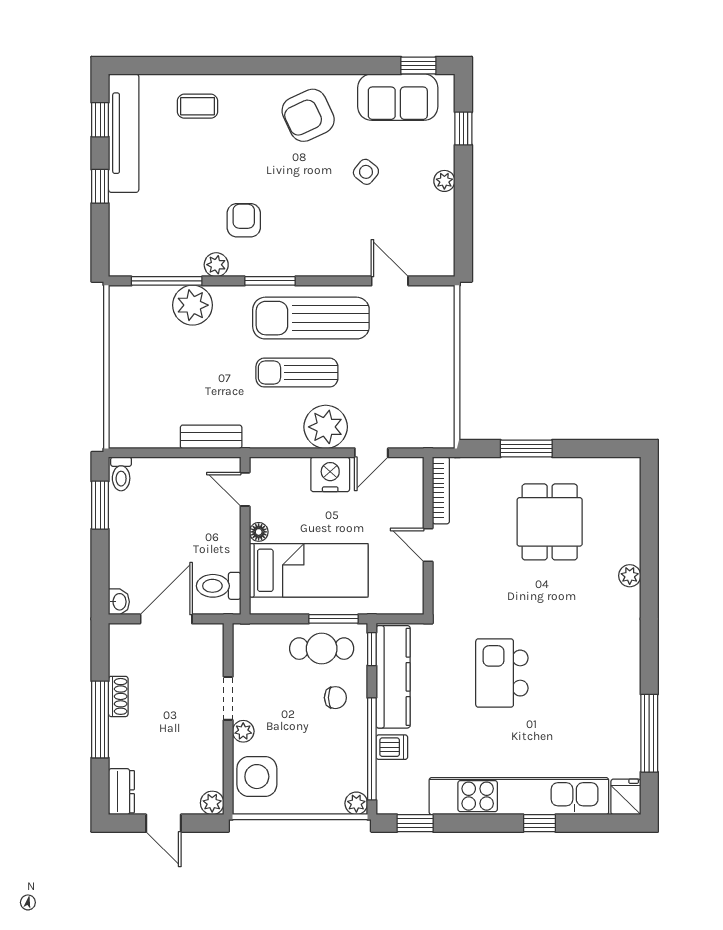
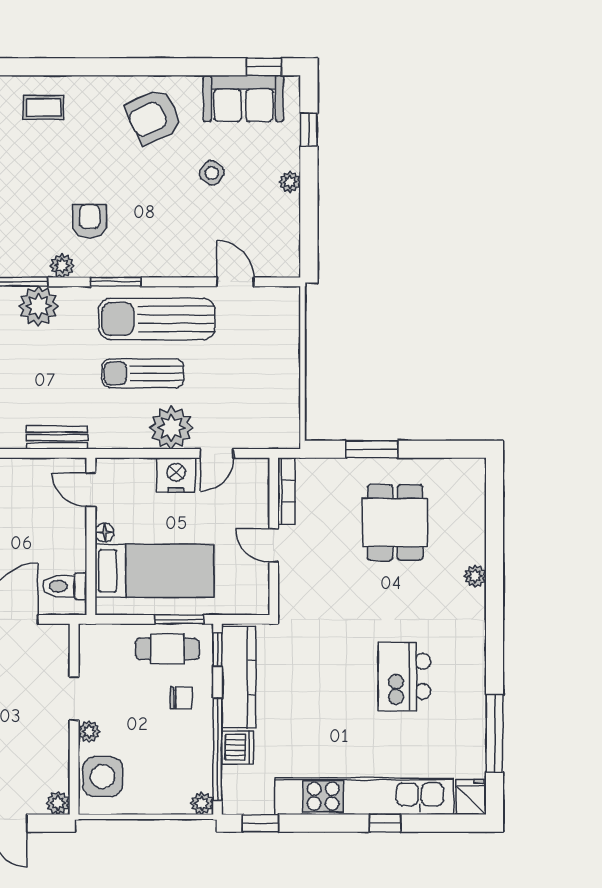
kitchen island: (502, 673) -> (404, 676), moved
dishwasher: (392, 747) -> (238, 747), width x1.38

